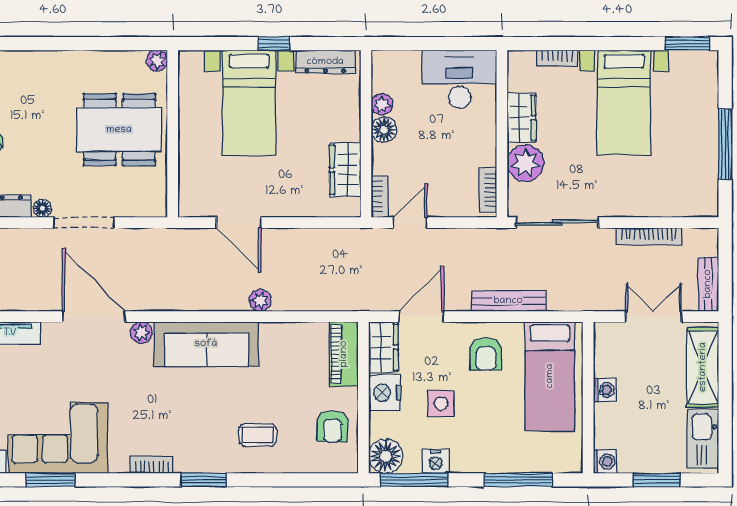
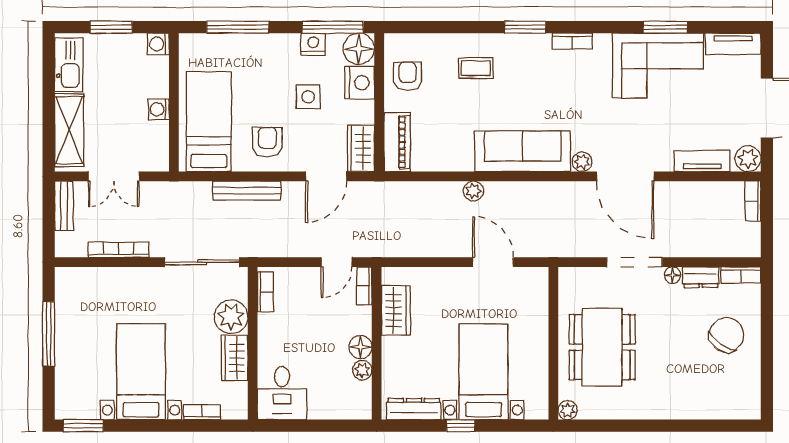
desk: (460, 79) -> (282, 393), width x0.73
dining table: (119, 130) -> (602, 347), turned 90
nightstand: (385, 393) -> (360, 83), moved

